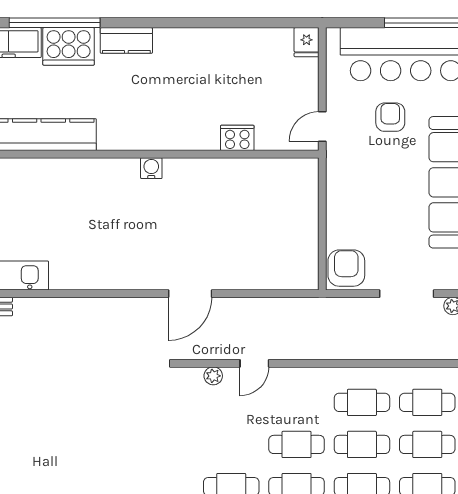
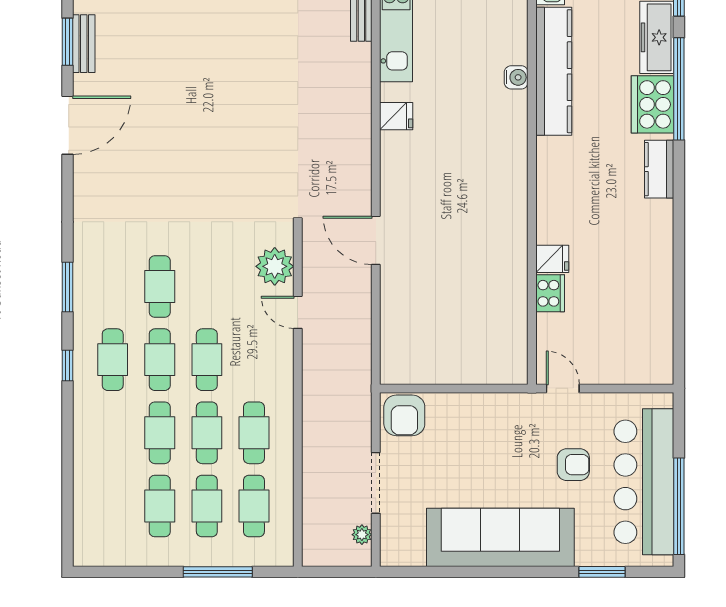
fridge: (306, 42) -> (552, 259), moved, turned 180
water cooler: (151, 168) -> (516, 77), moved
armchair: (346, 268) -> (404, 415), turned 90
fridge: (79, 275) -> (396, 116), added
plant: (213, 376) -> (275, 266), width x1.88, depth x1.88

